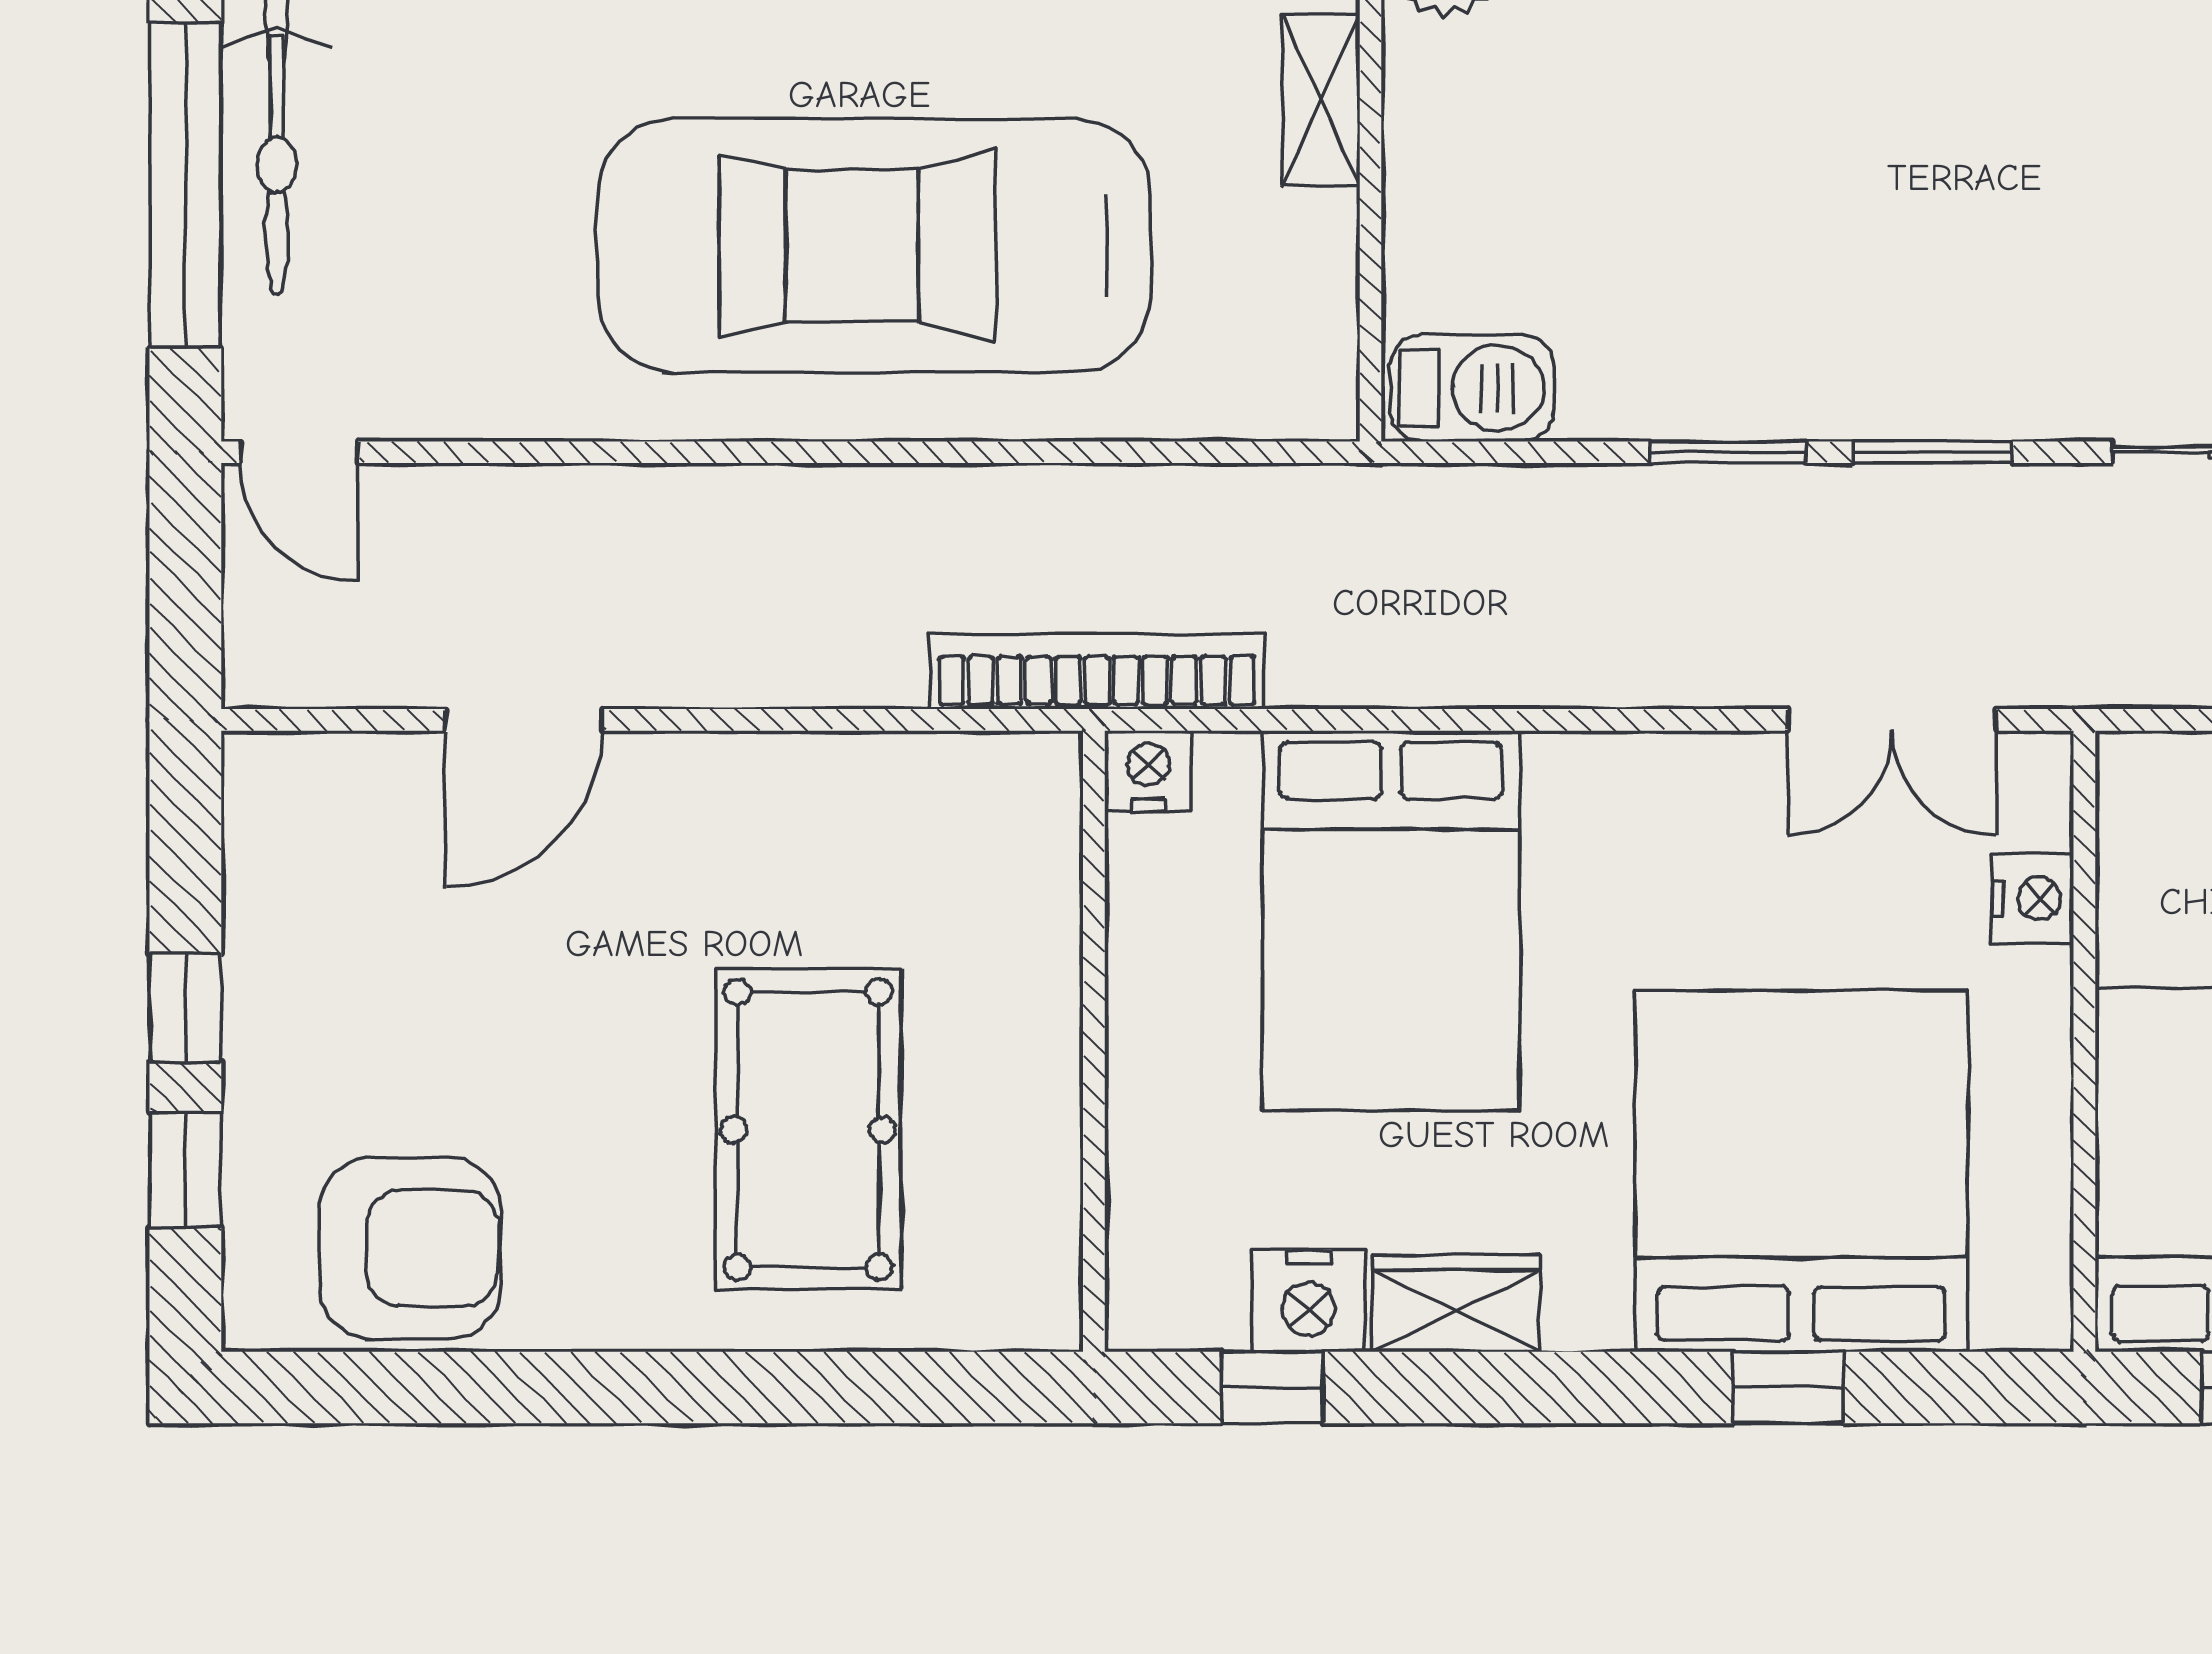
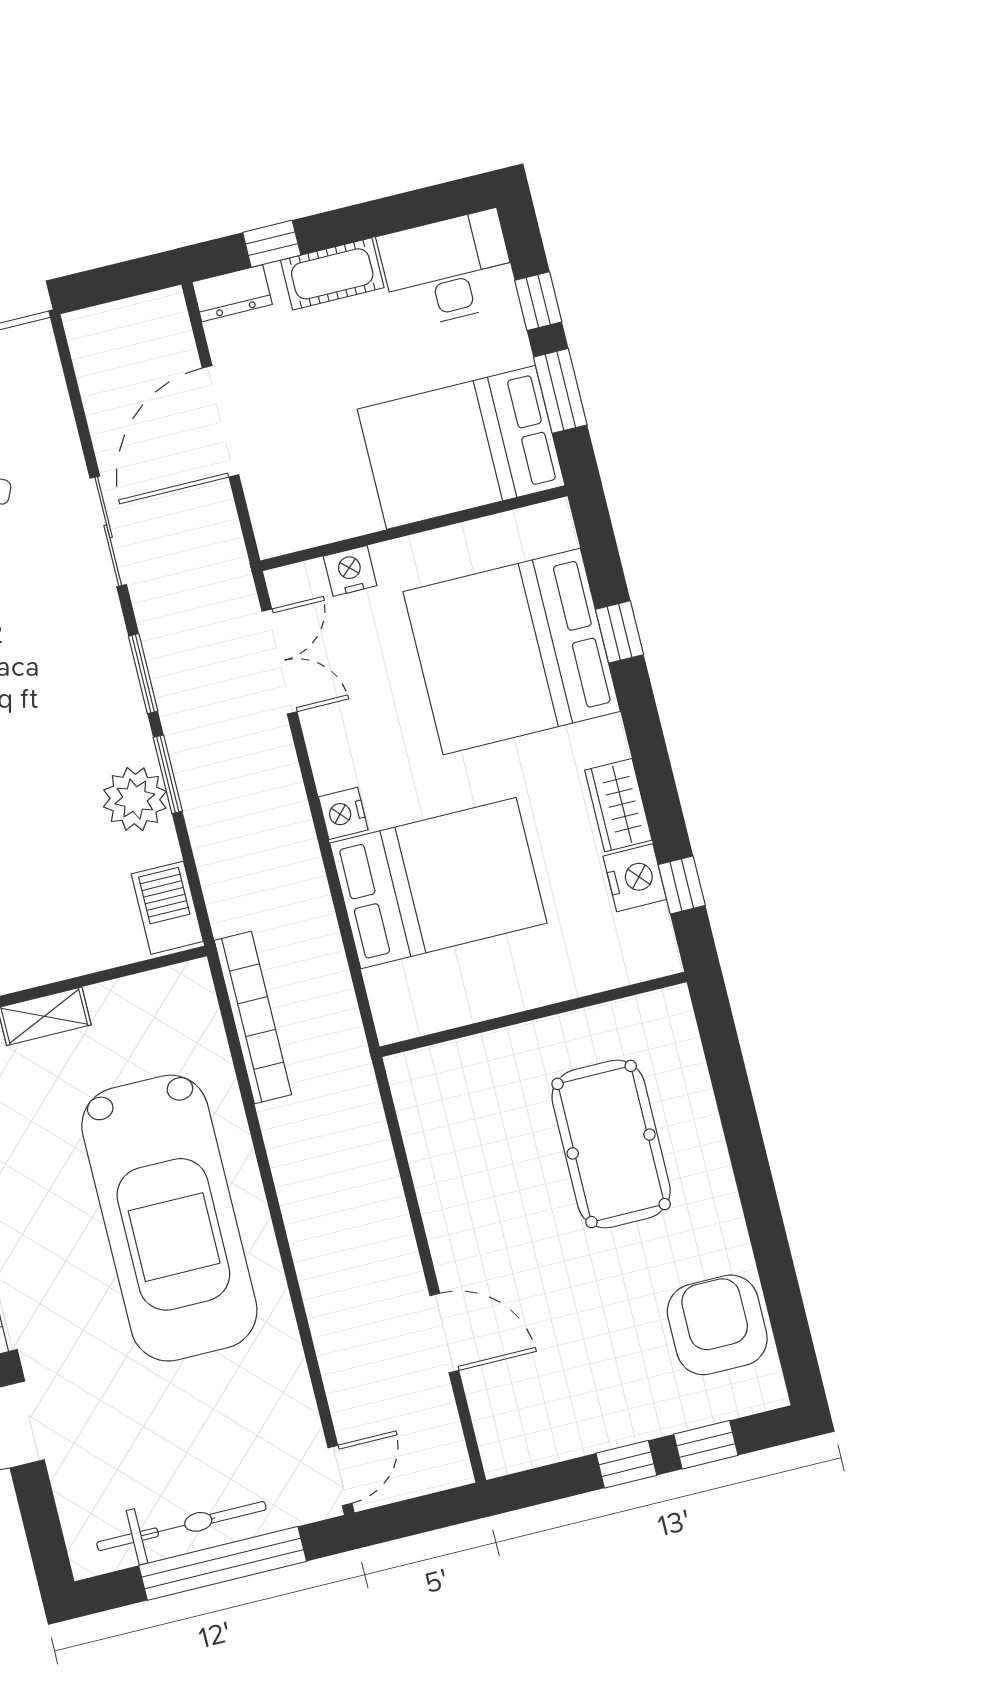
plant: (1696, 377) -> (135, 799), added
bookcase: (1097, 671) -> (253, 1018), moved, turned 180
nightstand: (1148, 771) -> (343, 813), moved
pool table: (808, 1130) -> (611, 1144), turned 90

